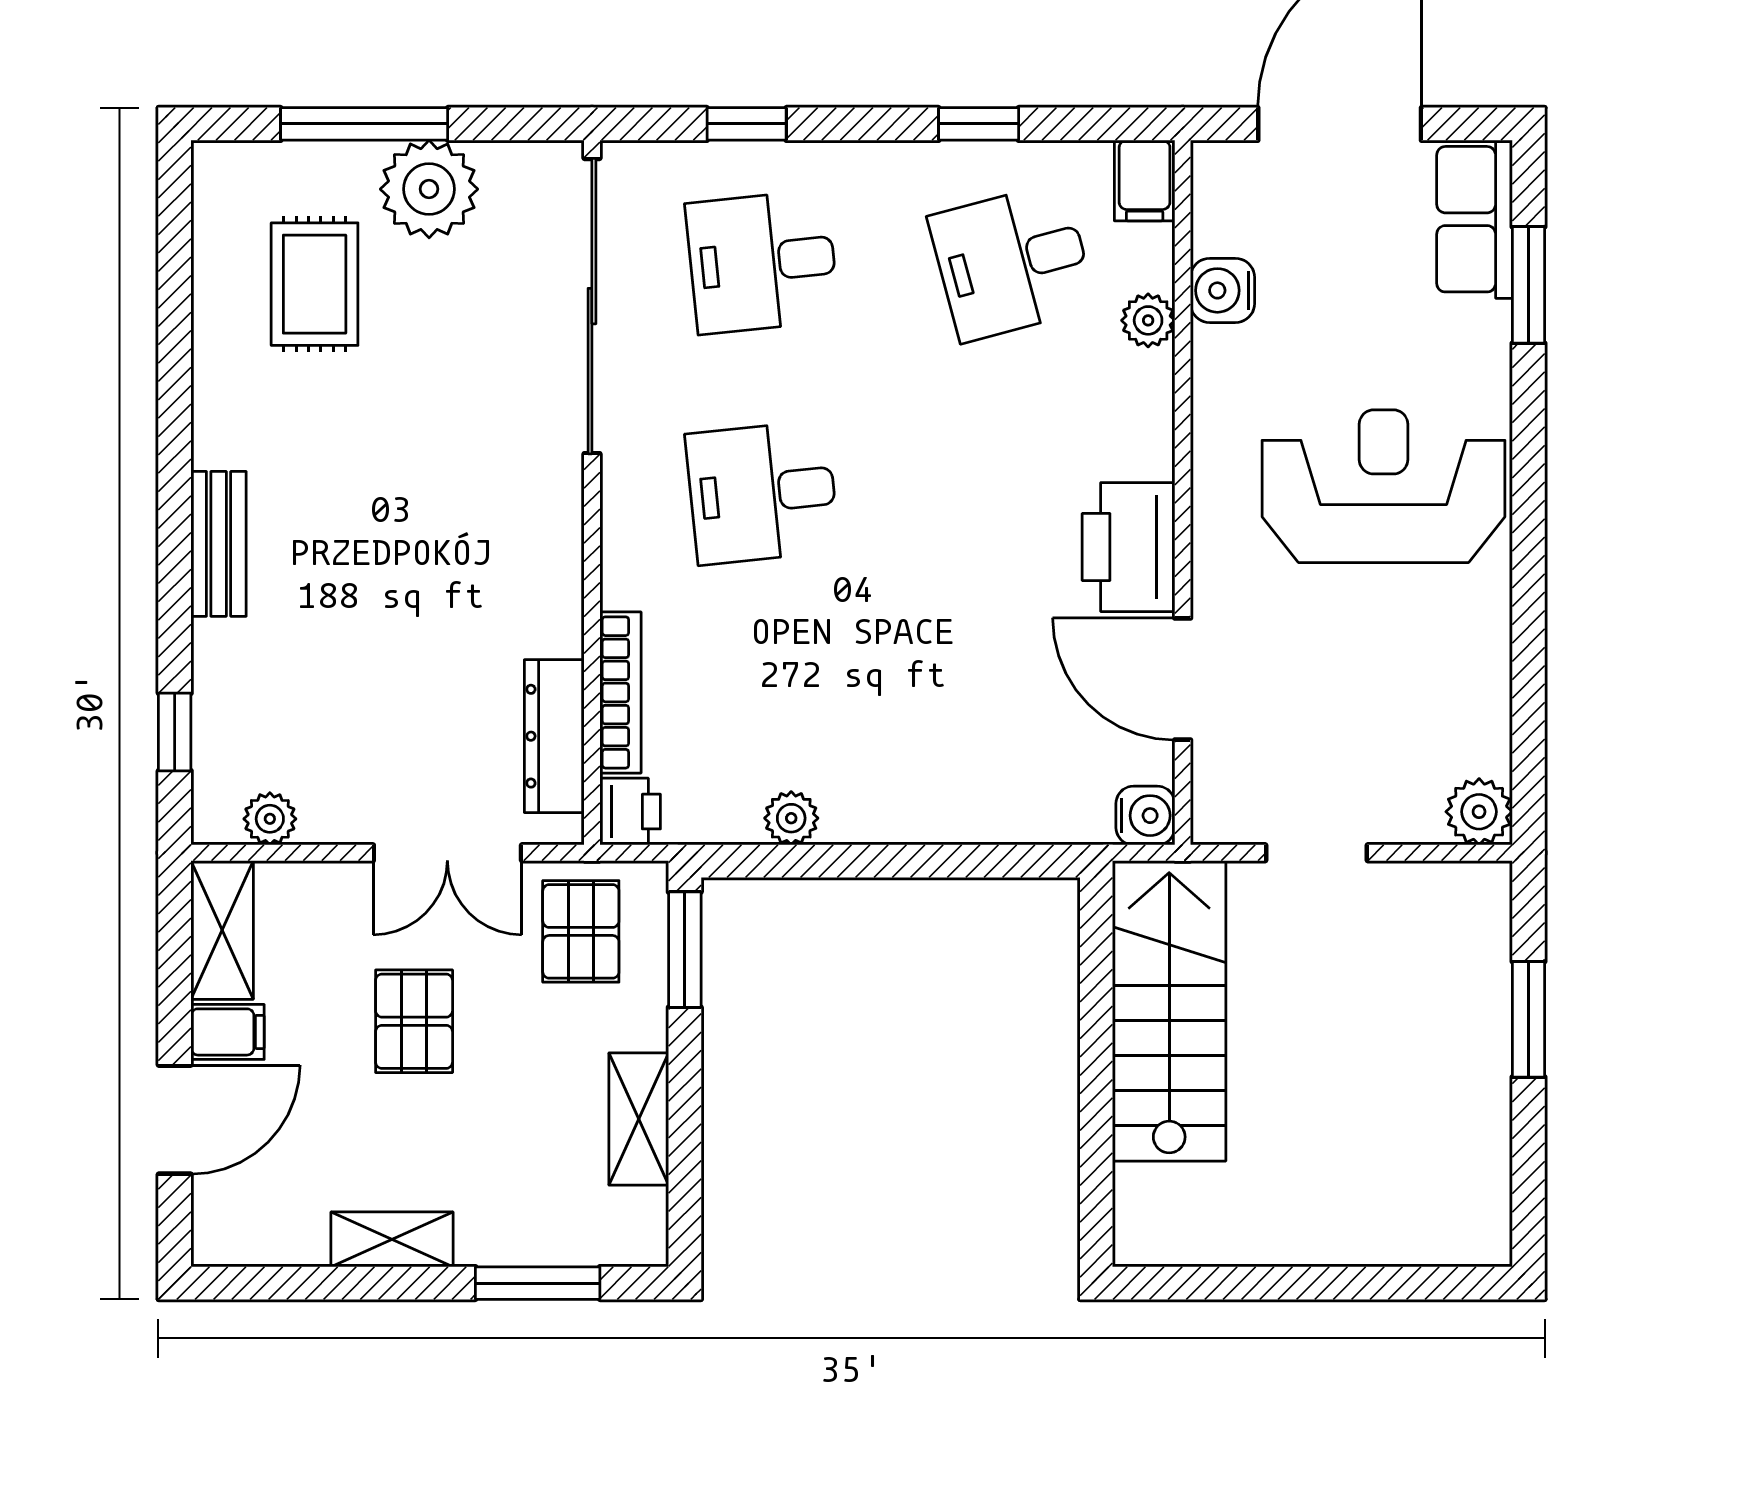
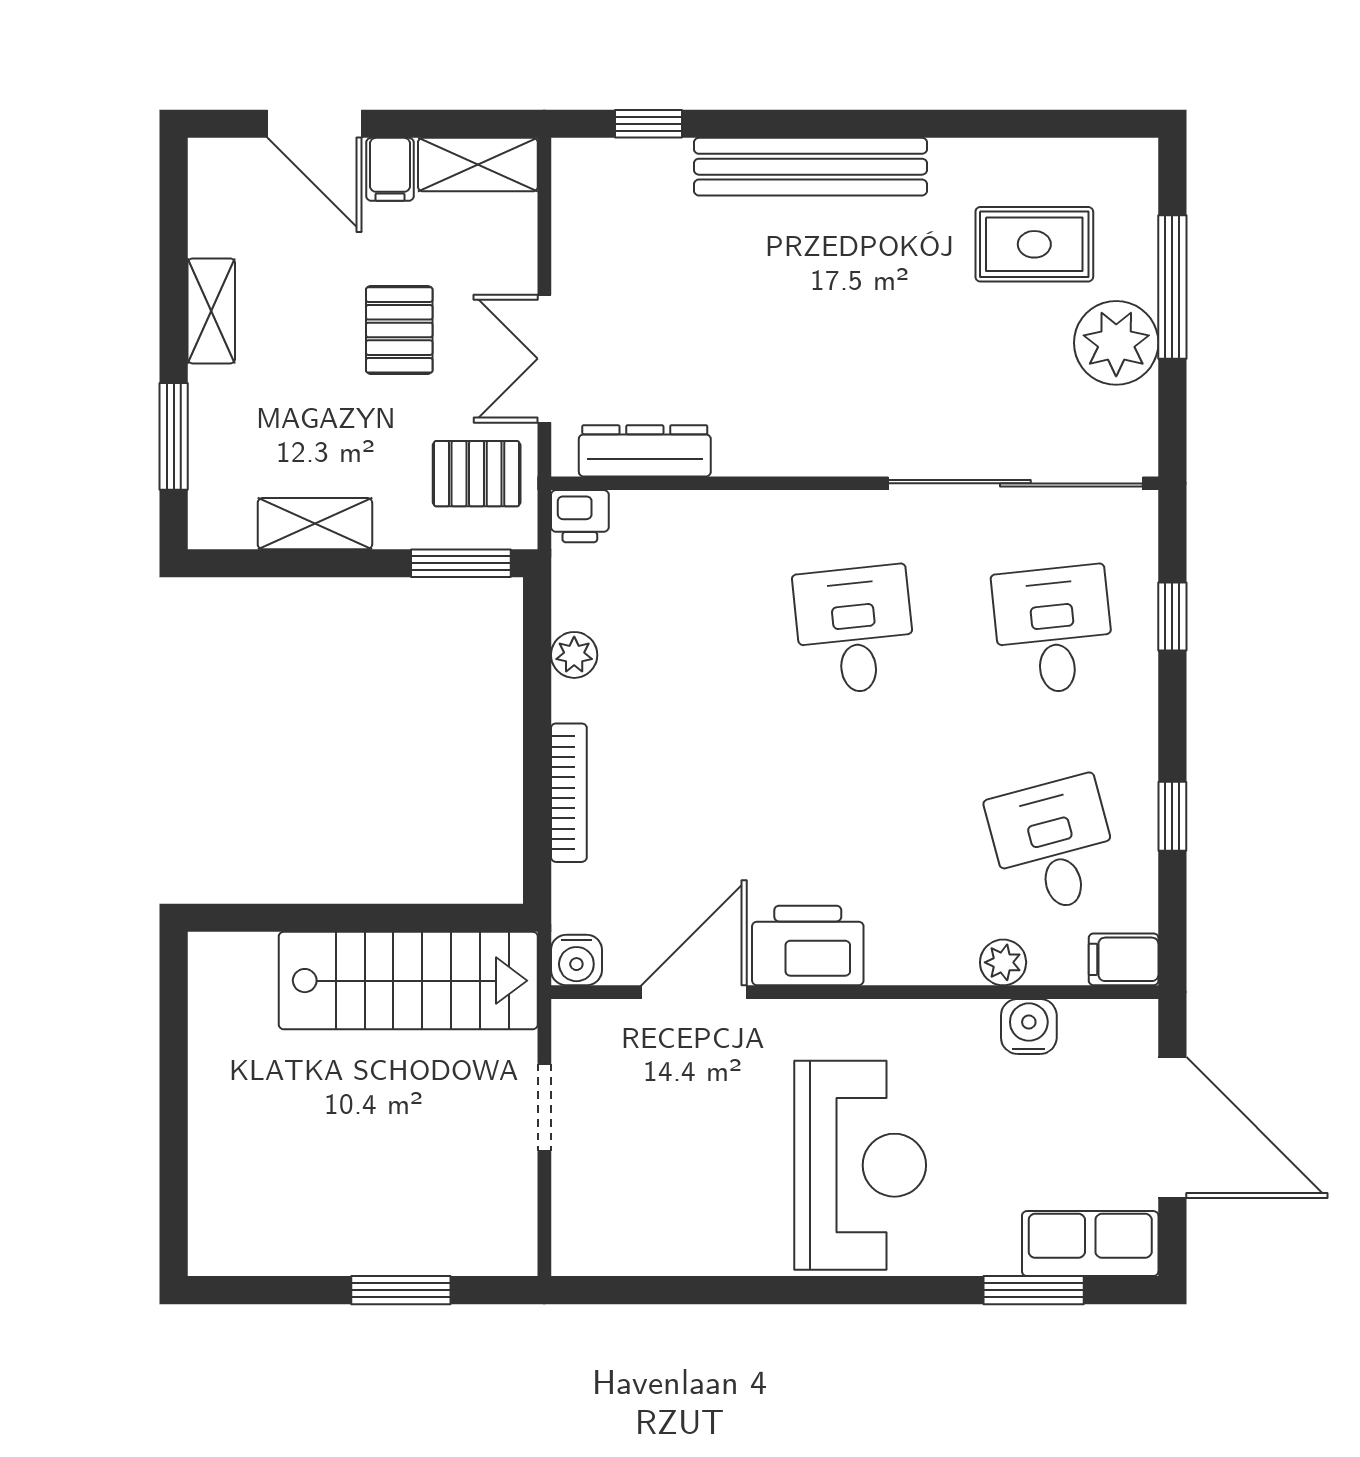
bench: (219, 544) -> (810, 167), width x1.86, depth x1.21
bookcase: (620, 692) -> (569, 793), moved, turned -90
plant: (1479, 812) -> (580, 1247), removed
plant: (270, 819) -> (574, 206), removed
pallet: (414, 1021) -> (399, 330), turned 90

